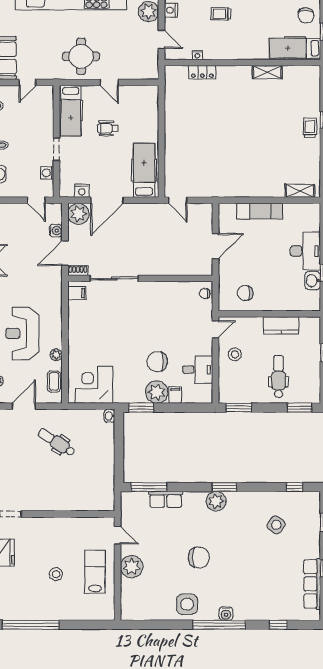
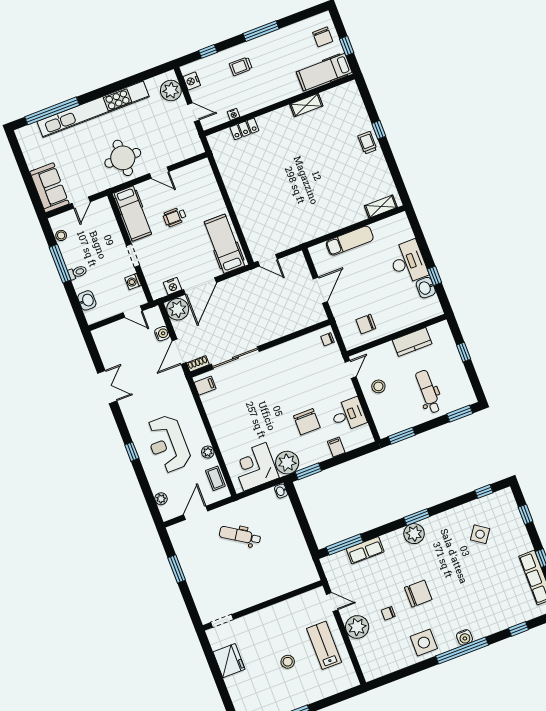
chair: (157, 362) -> (307, 422), turned -90
plant: (157, 392) -> (287, 463), moved
chair: (165, 565) -> (388, 613), added

